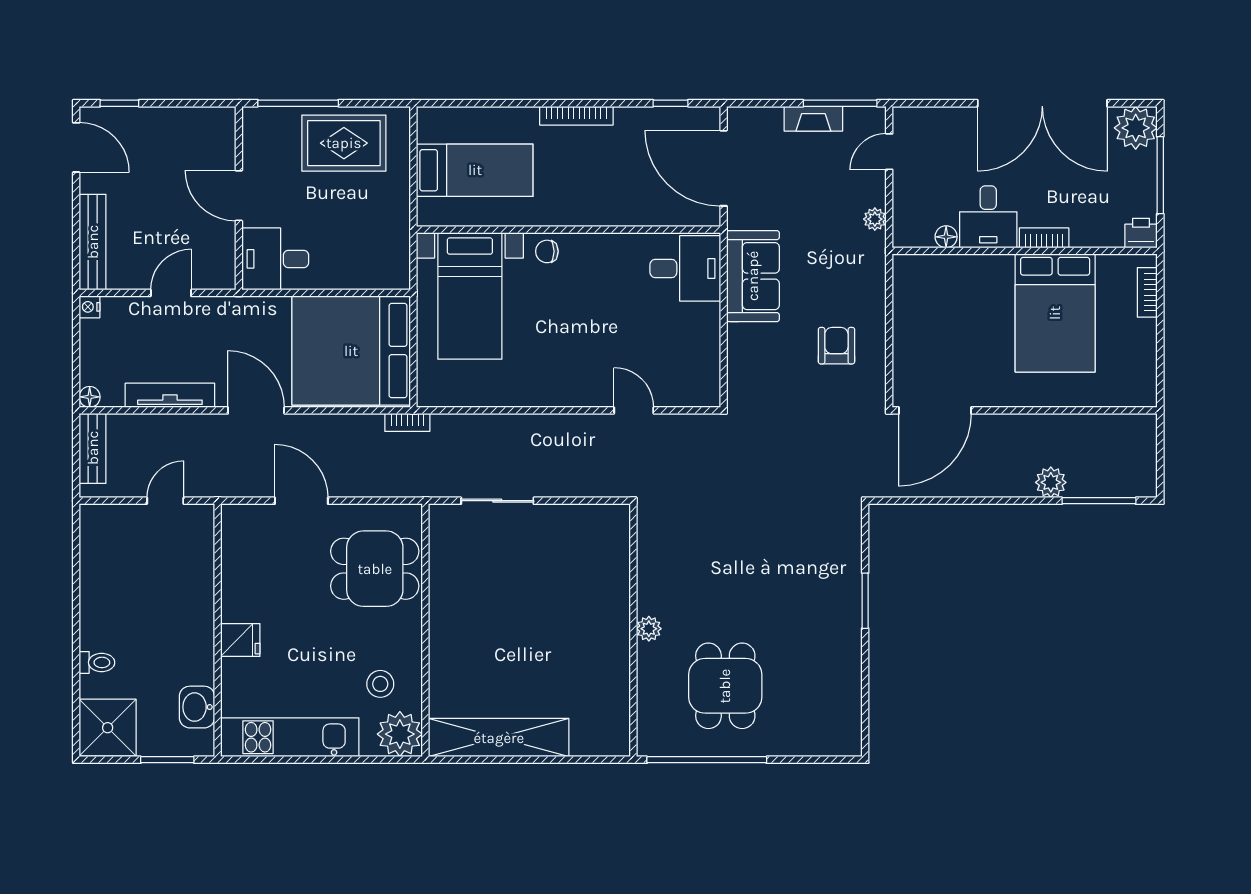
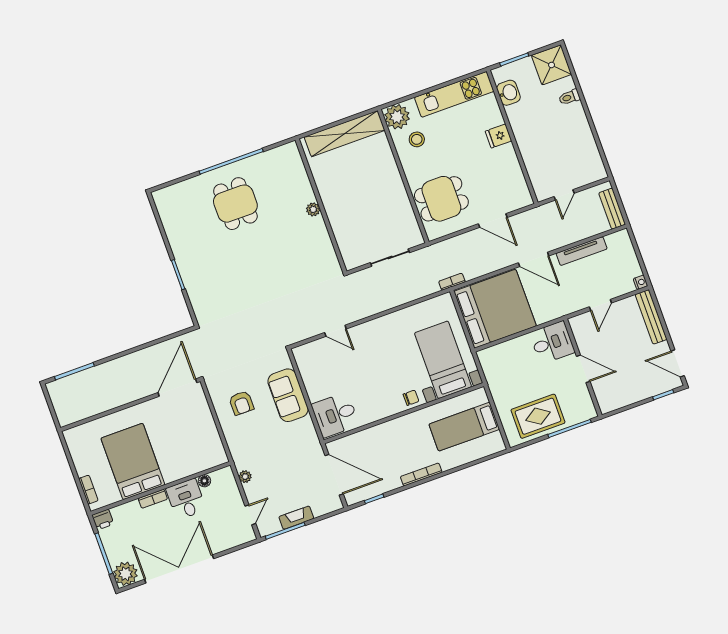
sofa: (753, 276) -> (288, 395), moved
floor lamp: (90, 397) -> (623, 235), removed
plant: (1051, 482) -> (103, 372), removed
plant: (649, 629) -> (313, 209), moved
wall: (633, 630) -> (321, 206), moved

